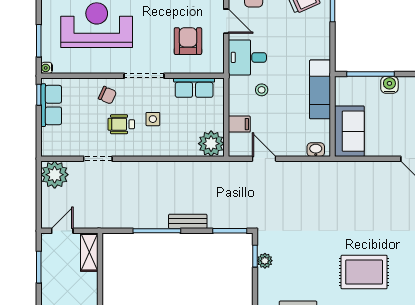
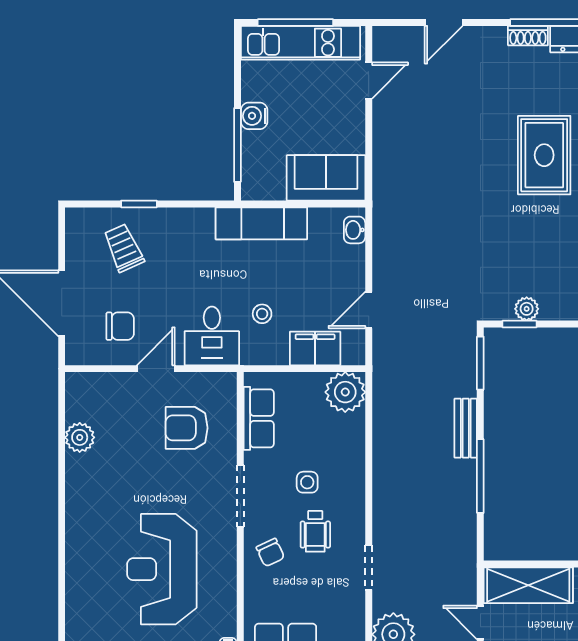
chair: (107, 95) -> (270, 553), turned 131
filing cabinet: (239, 124) -> (315, 348), width x2.00
shelving: (89, 252) -> (528, 585), width x1.50, depth x1.33

